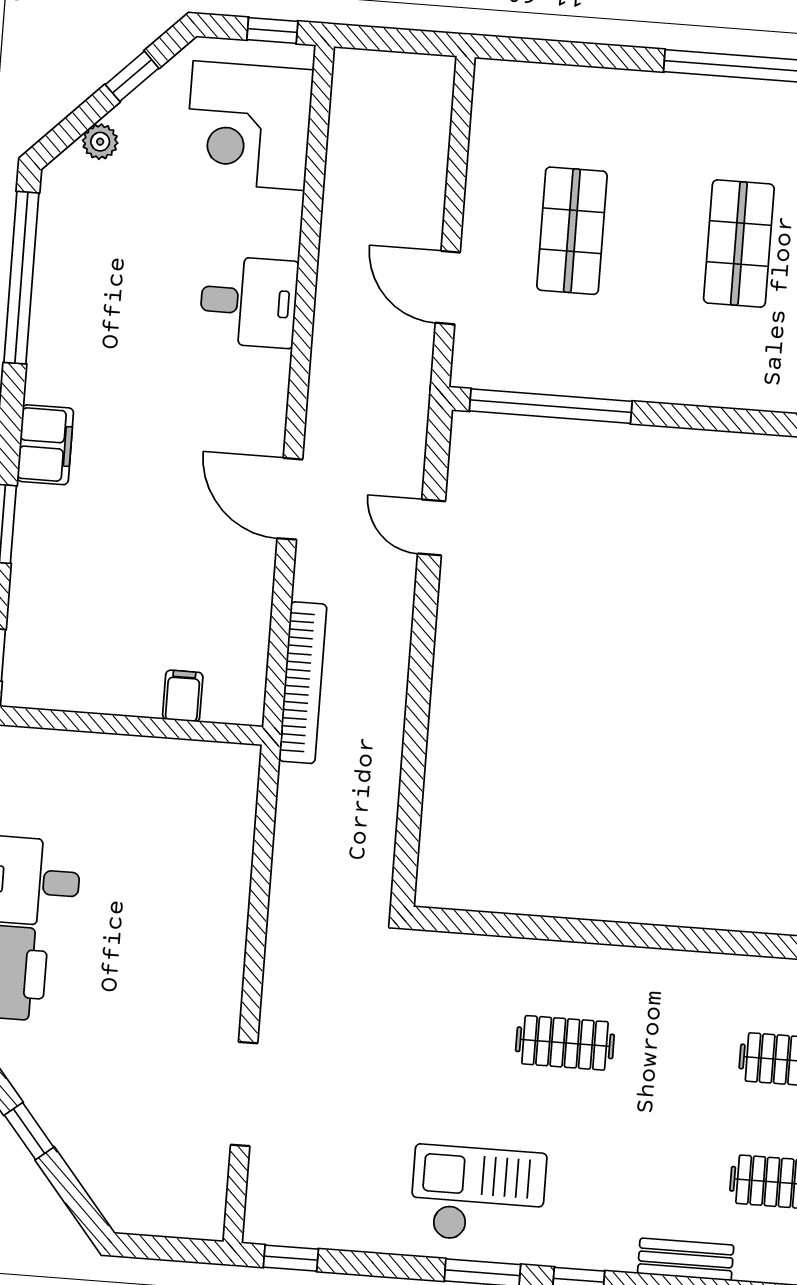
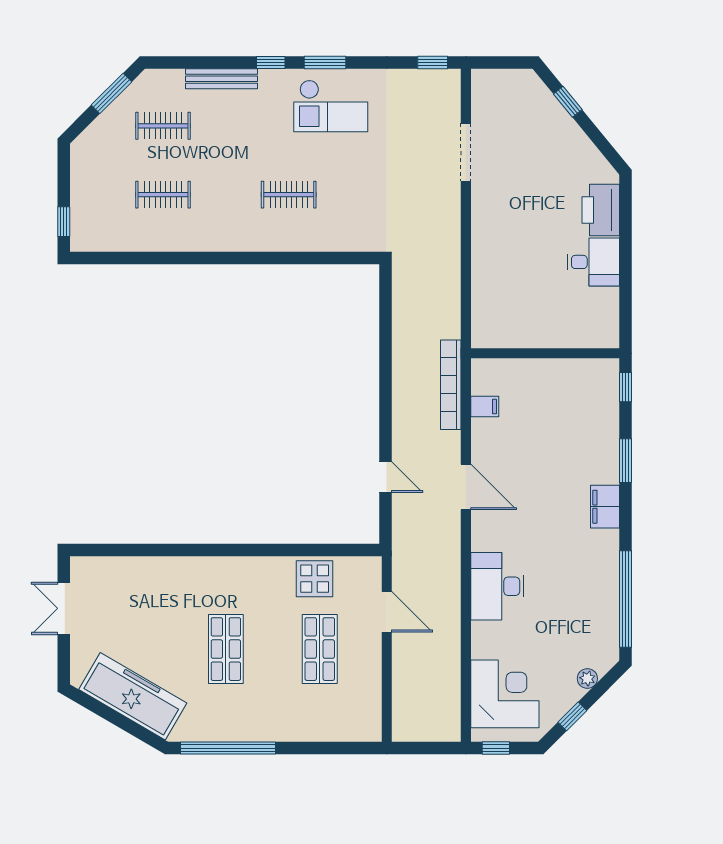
desk: (249, 302) -> (497, 586), width x1.37
display table: (572, 357) -> (315, 579), added
window: (551, 406) -> (324, 550), removed
filing cabinet: (183, 696) -> (485, 407), moved, turned -90
window: (29, 1131) -> (568, 102), moved
bench: (686, 1259) -> (221, 79), width x1.36

